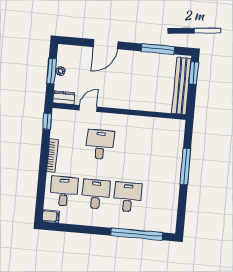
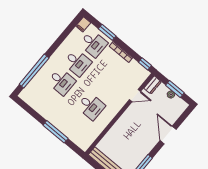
door: (88, 109) -> (135, 96), hinge flipped
desk: (100, 145) -> (91, 106), moved
window: (41, 185) -> (107, 32), added

